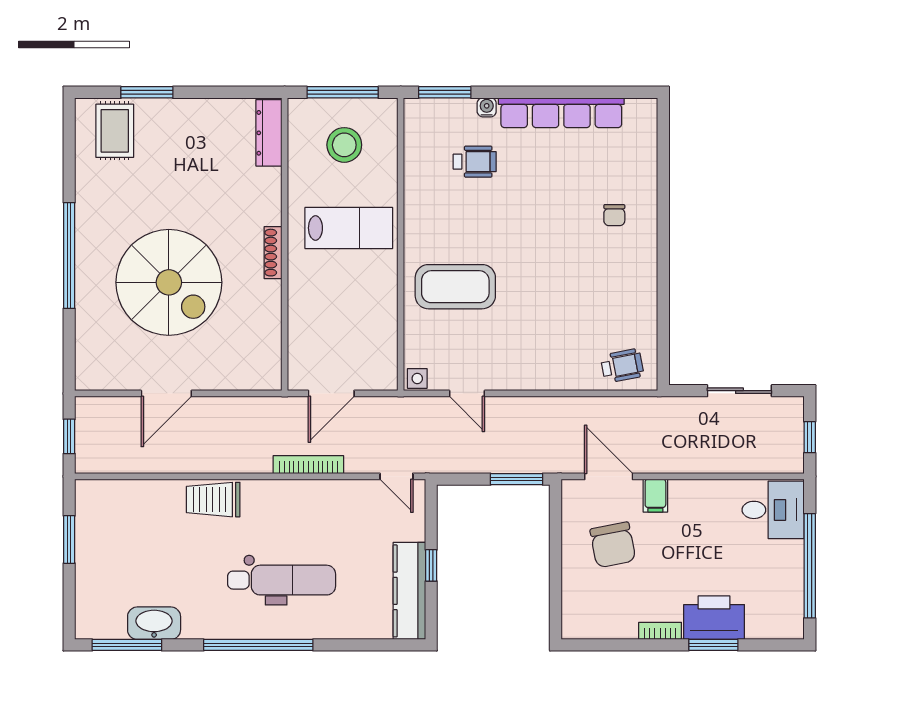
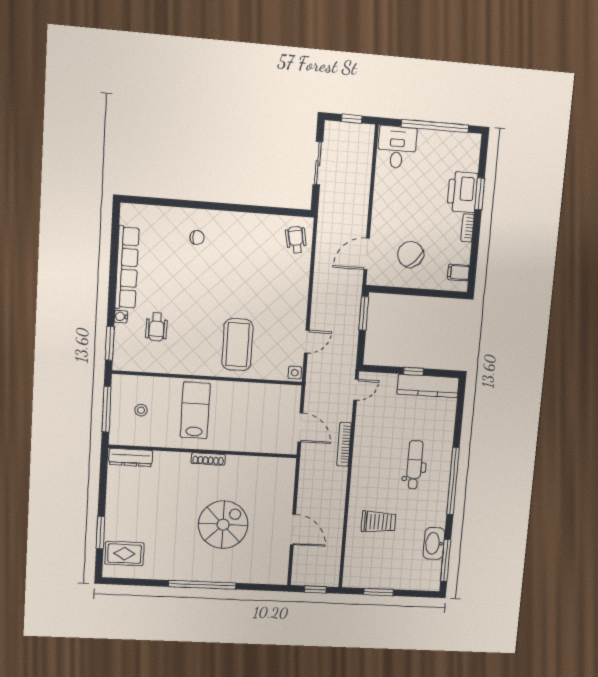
stool: (344, 145) -> (141, 410), width x0.53, depth x0.53
wheelchair: (475, 162) -> (157, 327), turned 180
spiral stairs: (169, 282) -> (223, 525), width x0.73, depth x0.73
filing cabinet: (655, 496) -> (458, 272), moved, turned 180
trolley: (213, 500) -> (379, 522), moved, turned -90
chair: (613, 545) -> (410, 254), turned -126
dental chair: (282, 580) -> (414, 465), width x0.73, depth x0.72

